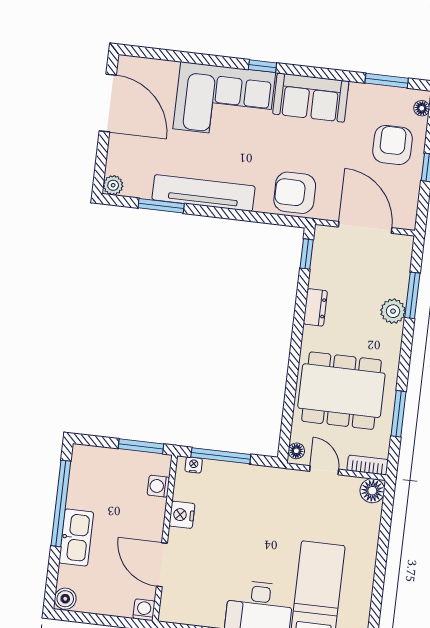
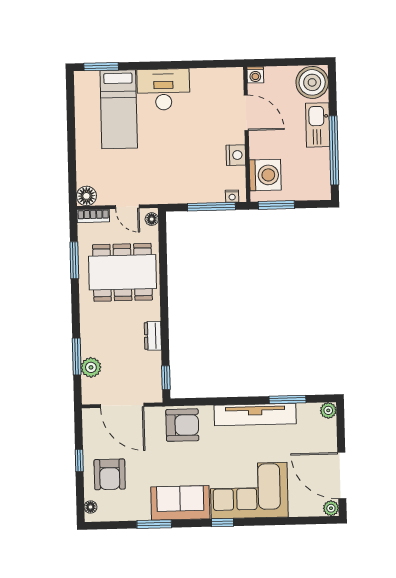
plant: (127, 65) -> (331, 508), added
window: (387, 81) -> (154, 524), moved
plant: (393, 311) -> (91, 367), moved
washing machine: (158, 486) -> (265, 175), width x1.89, depth x1.89
boiler: (65, 599) -> (312, 82), width x1.86, depth x1.86

